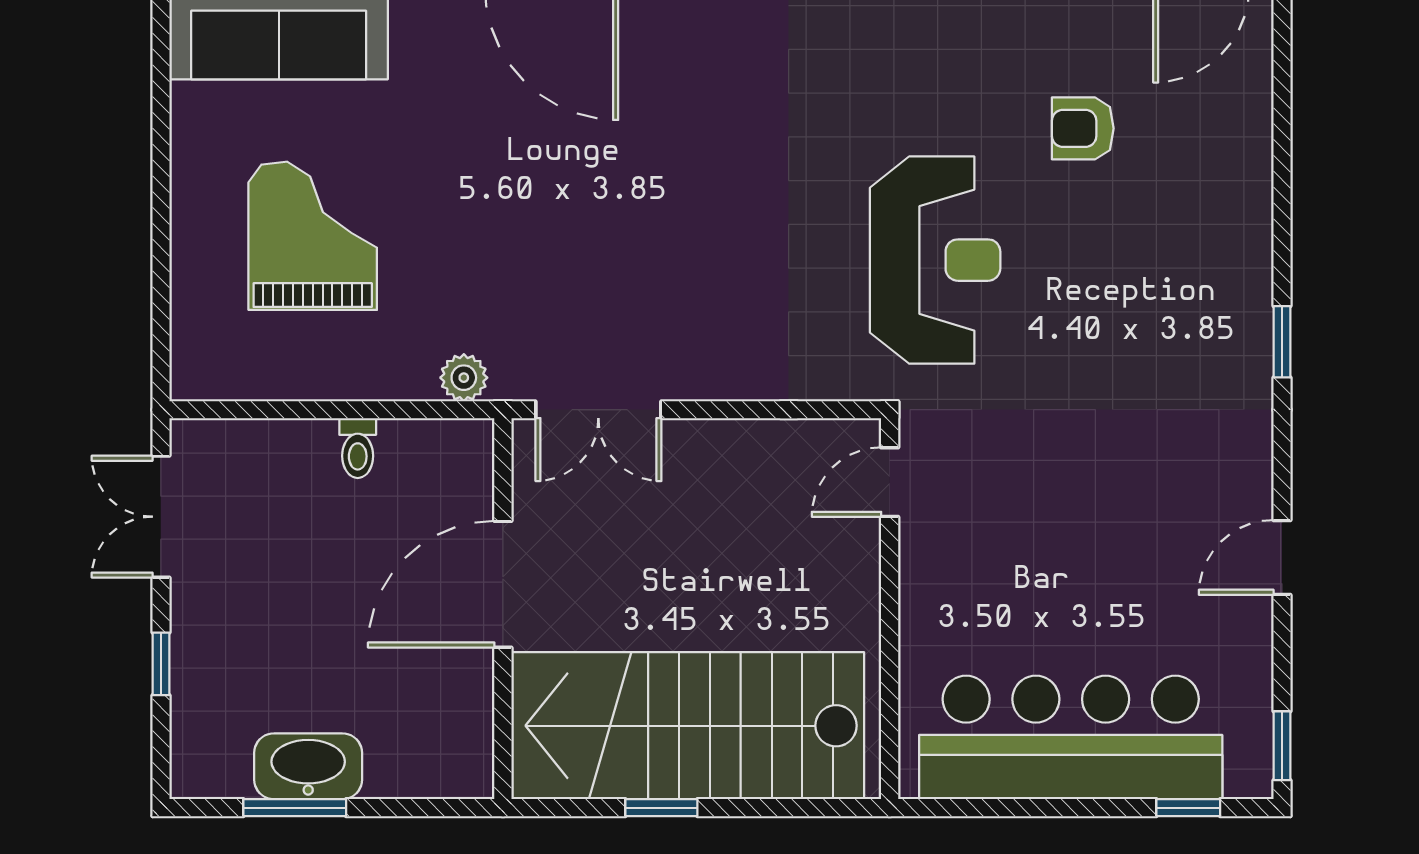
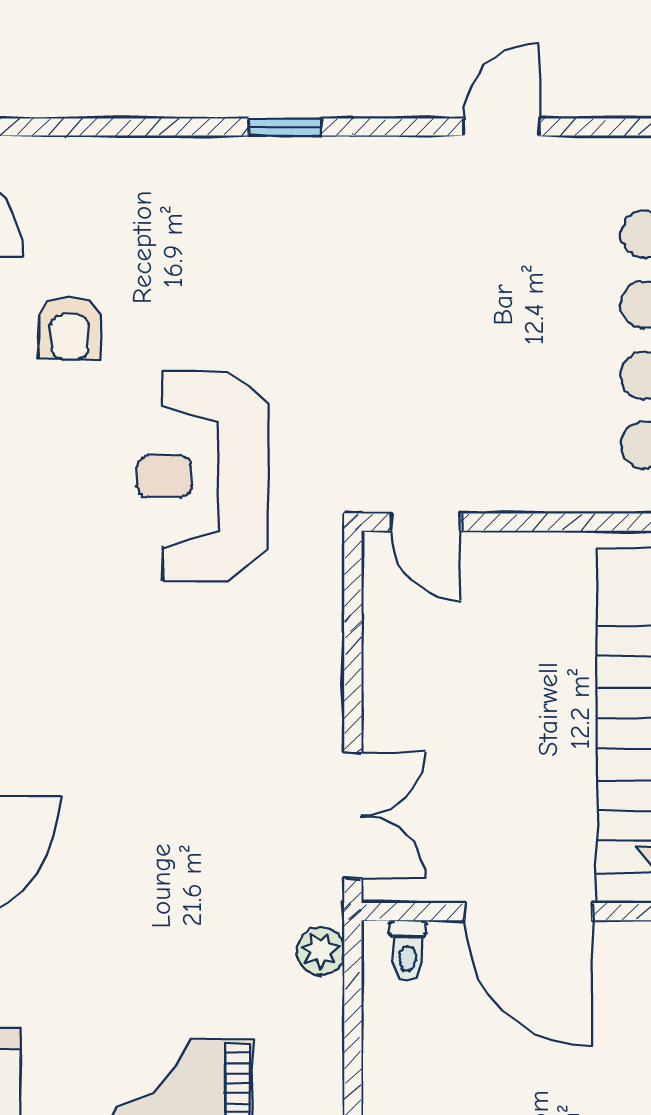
reception desk: (935, 260) -> (202, 476), turned -90
toilet: (358, 448) -> (408, 950), moved, turned 90
door: (1282, 557) -> (502, 127), swing flipped

